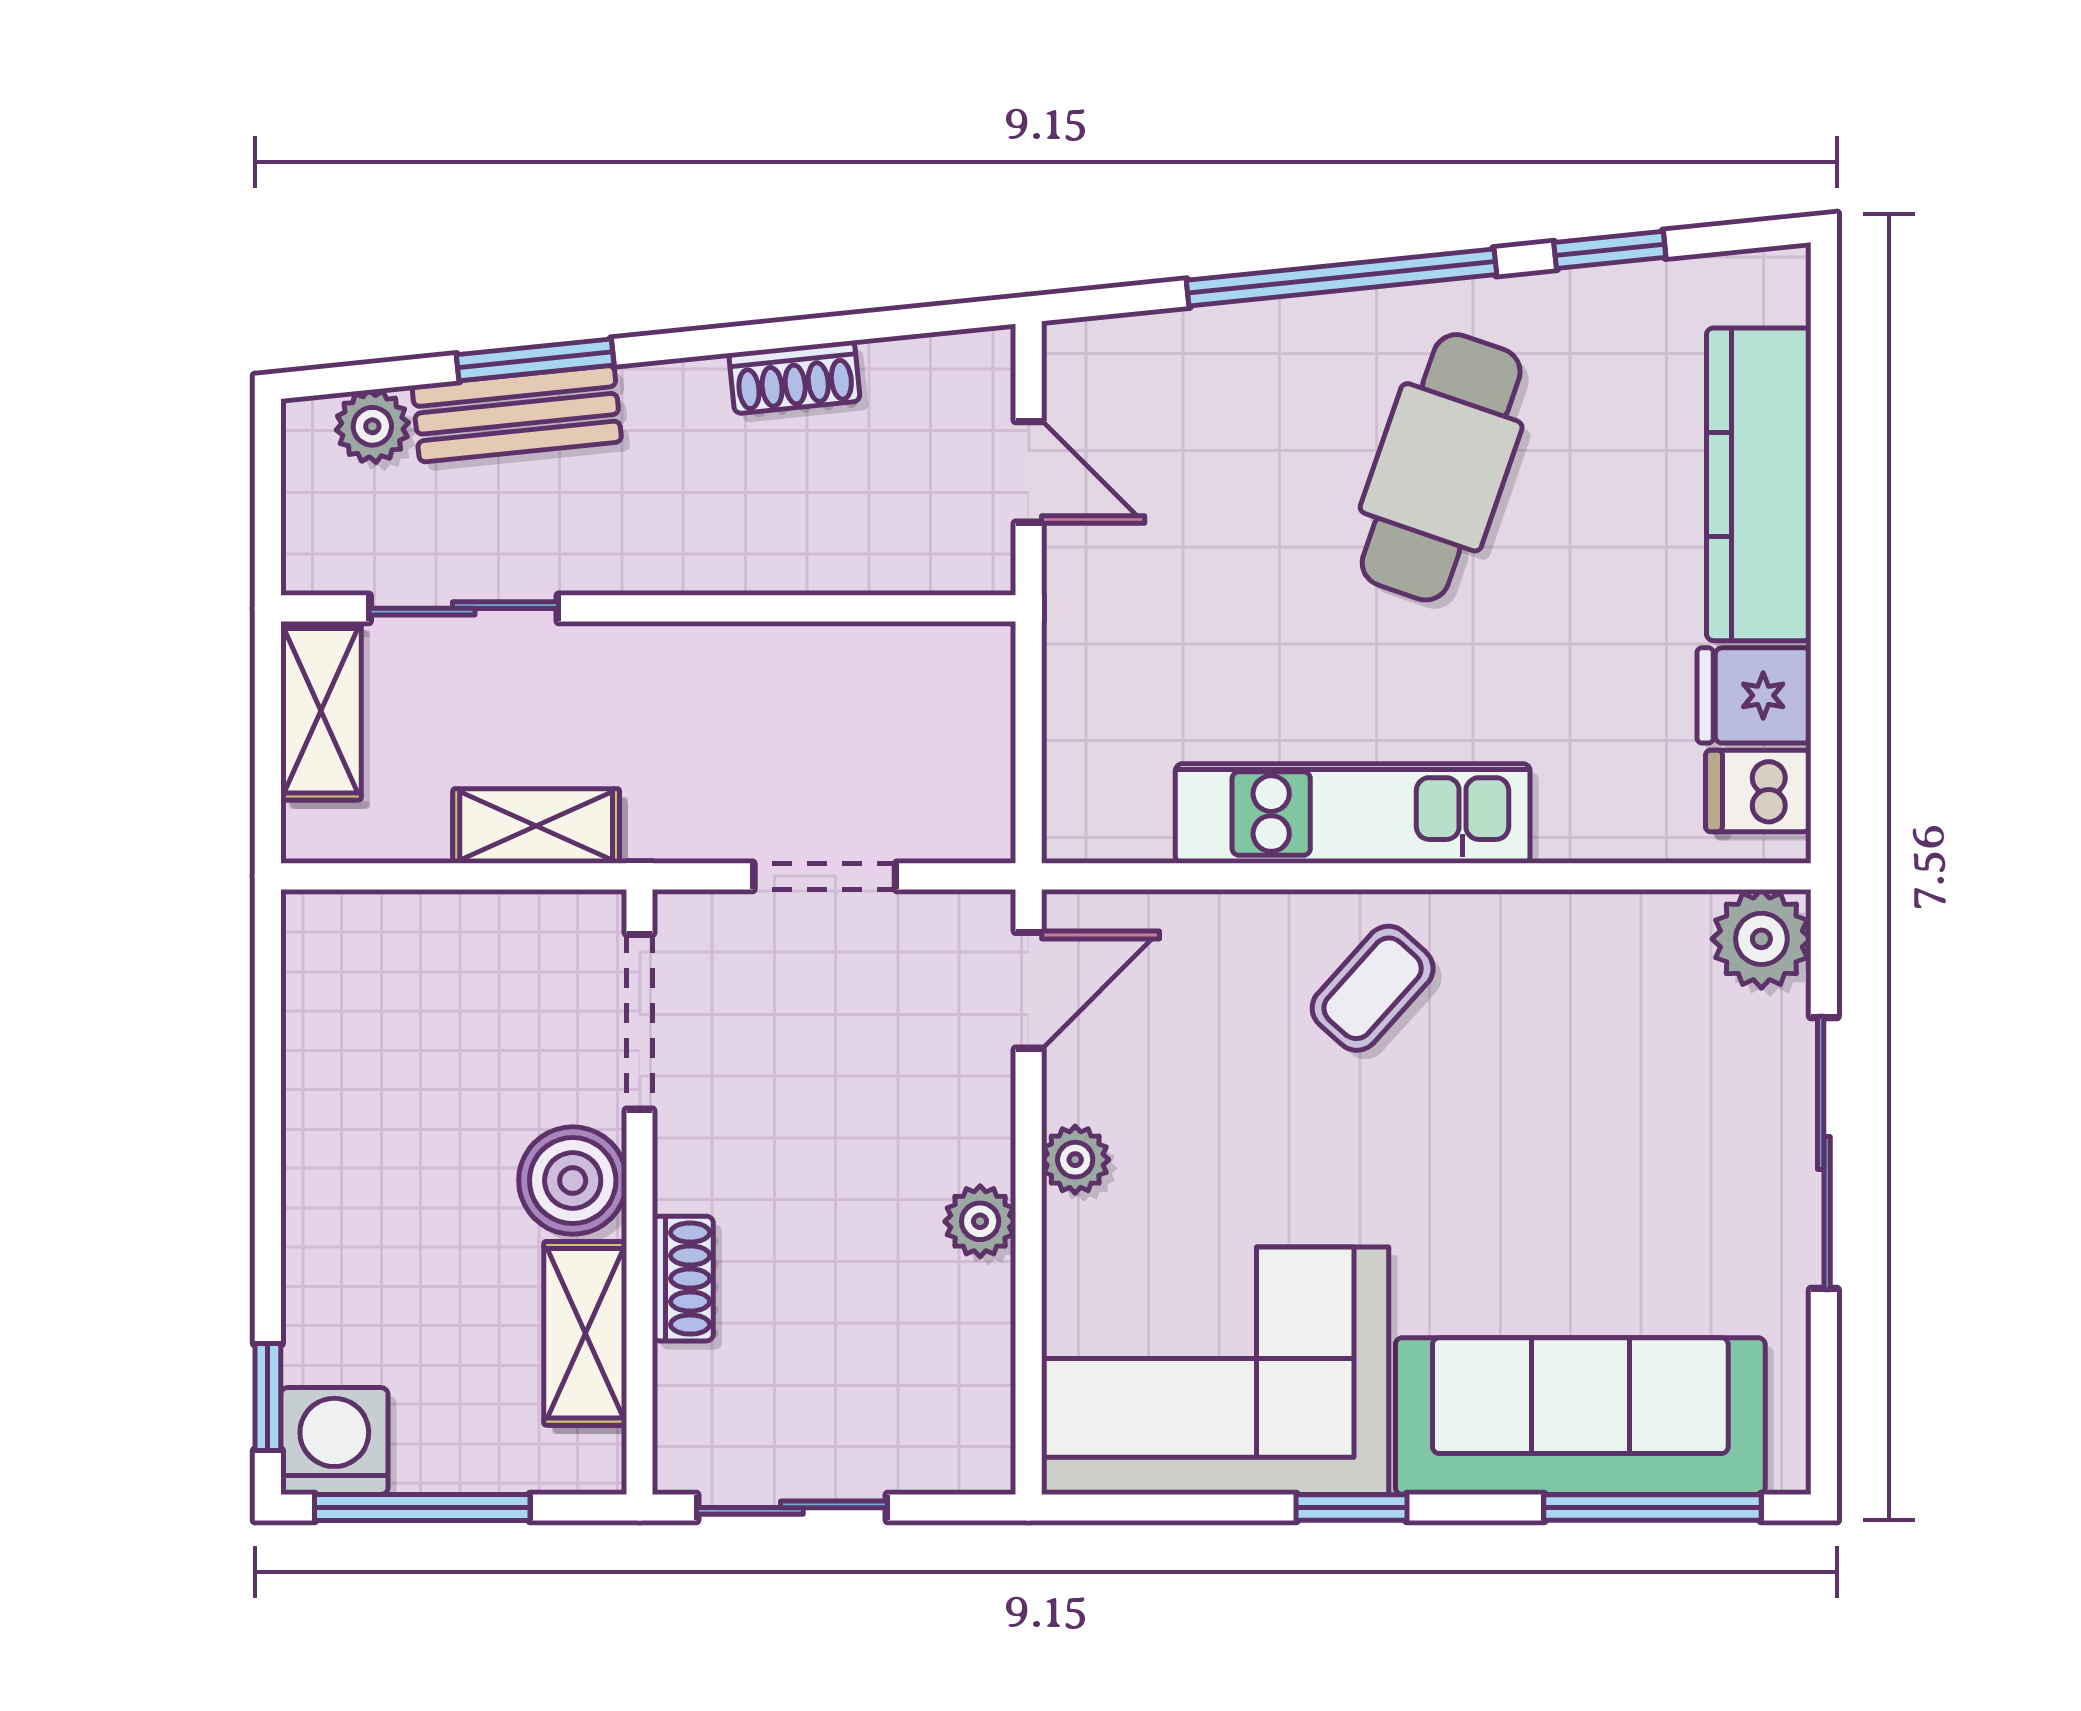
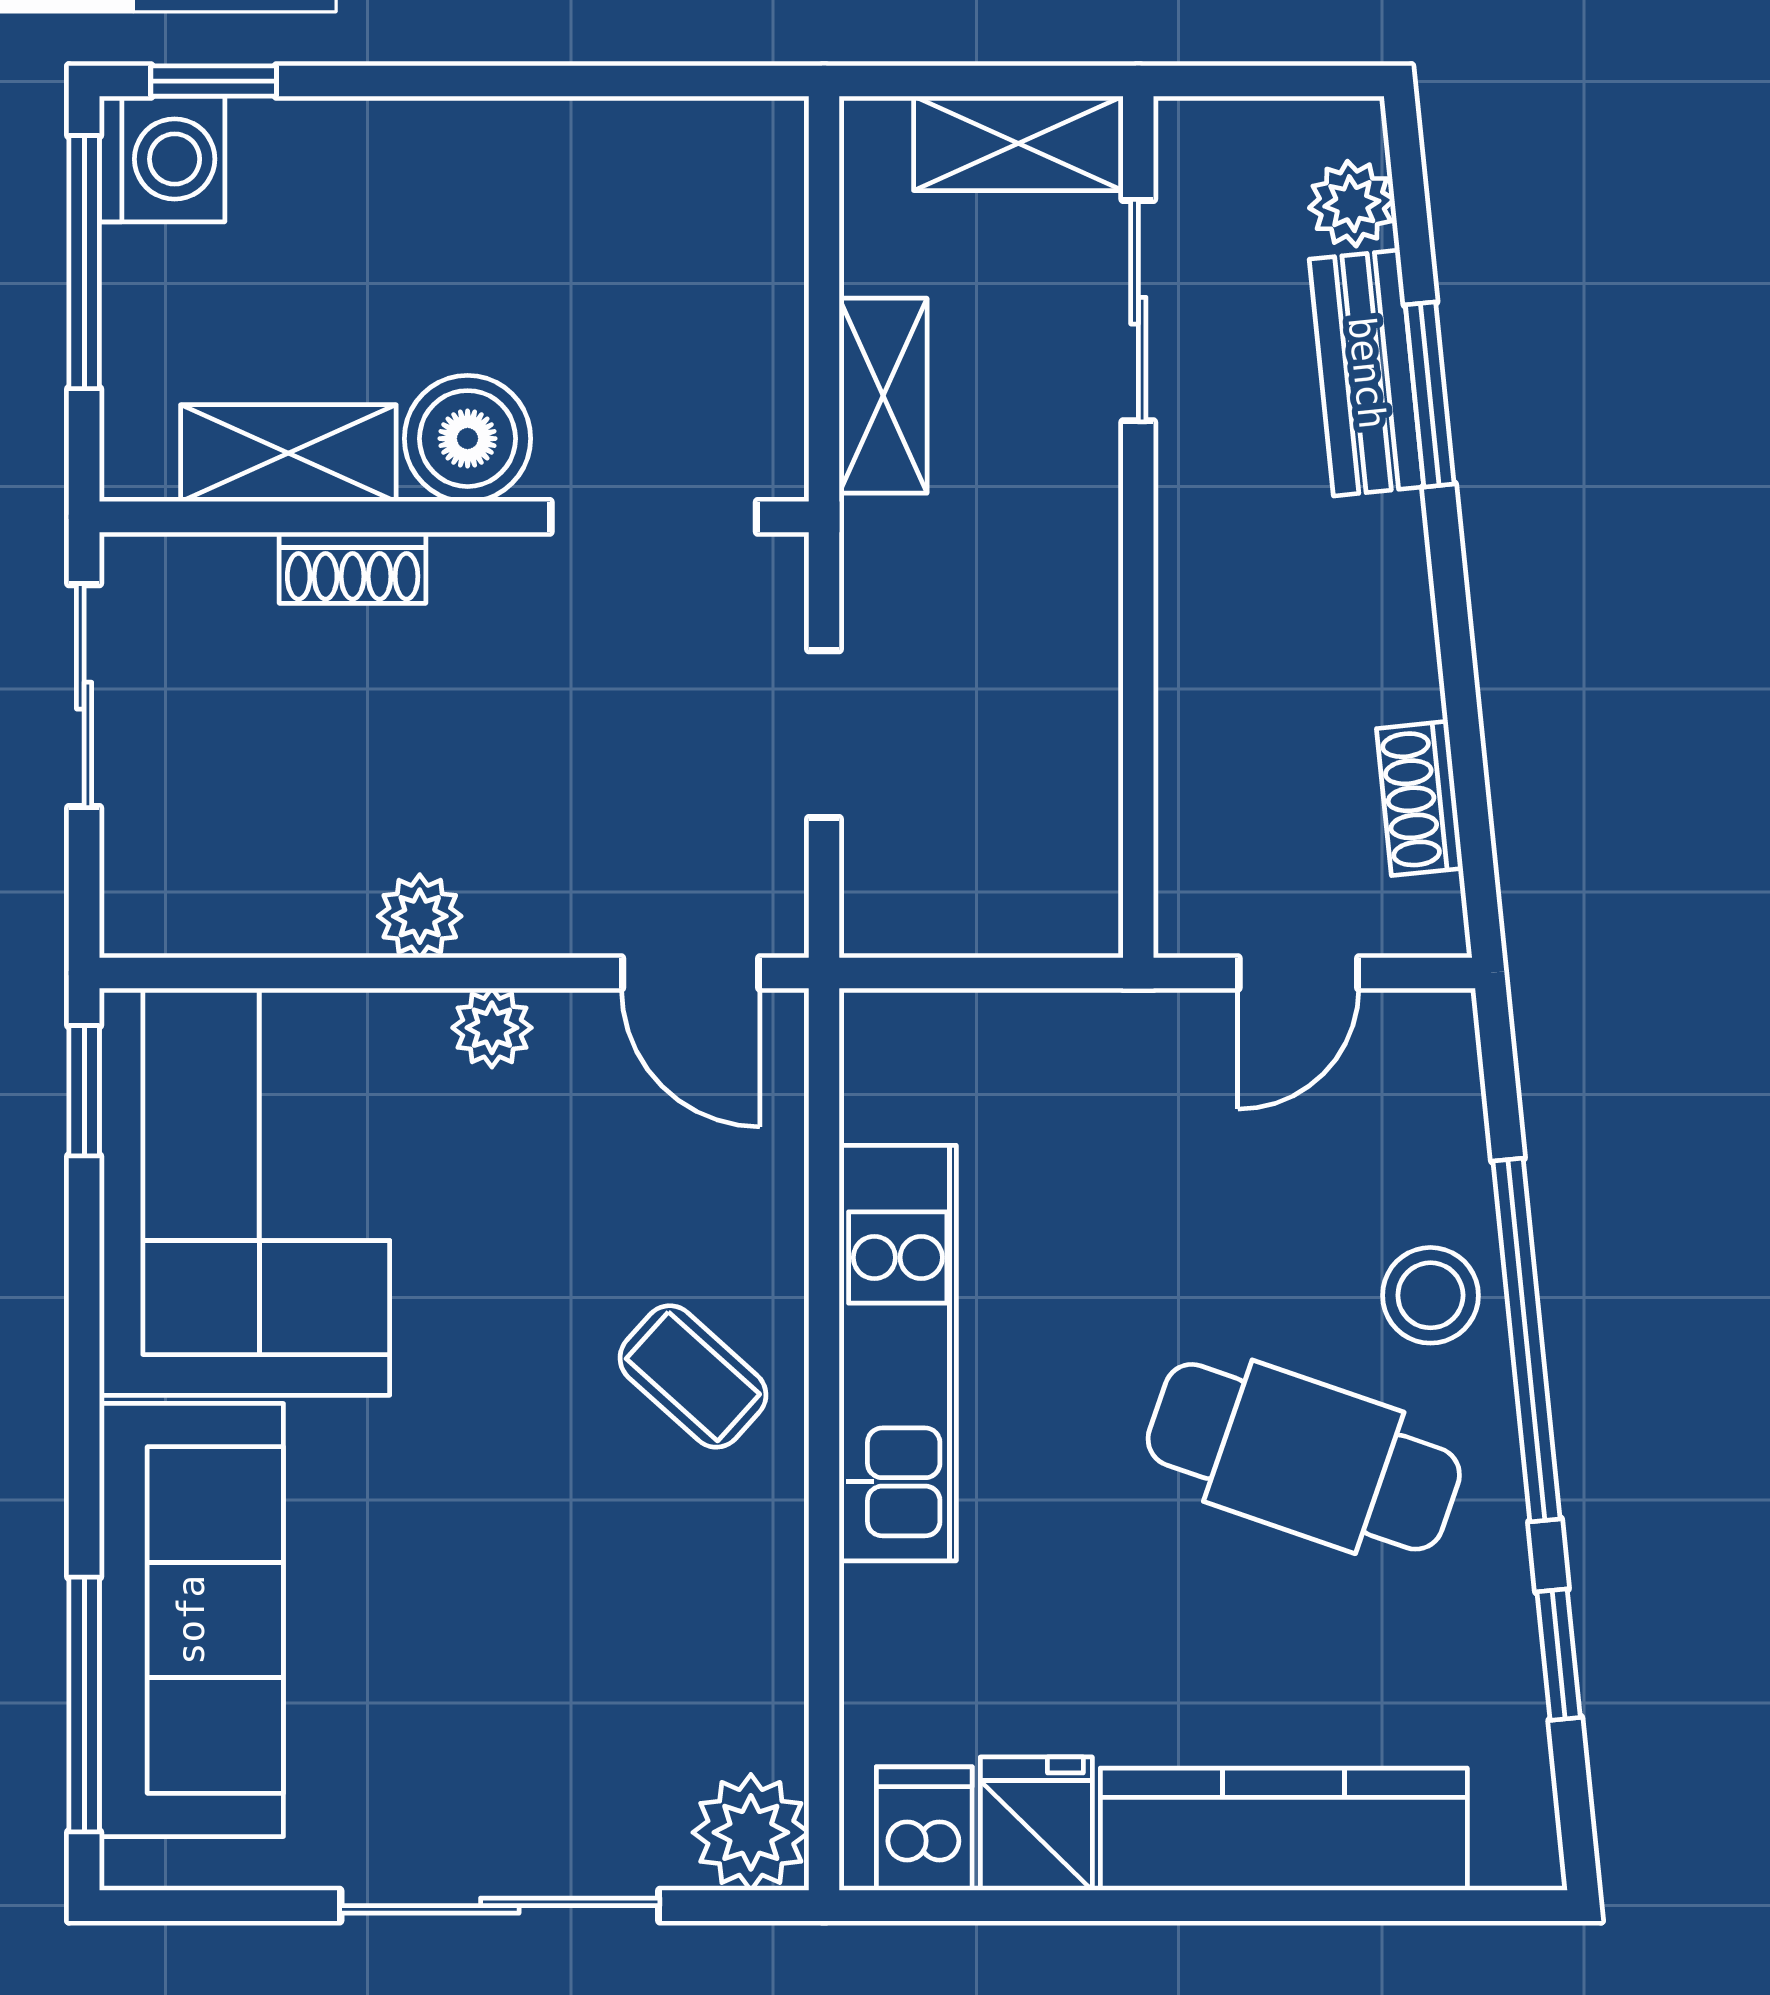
stool: (1303, 359) -> (1430, 1295), added
shoe rack: (794, 377) -> (1420, 798), moved
window: (1351, 1508) -> (84, 1091), moved

